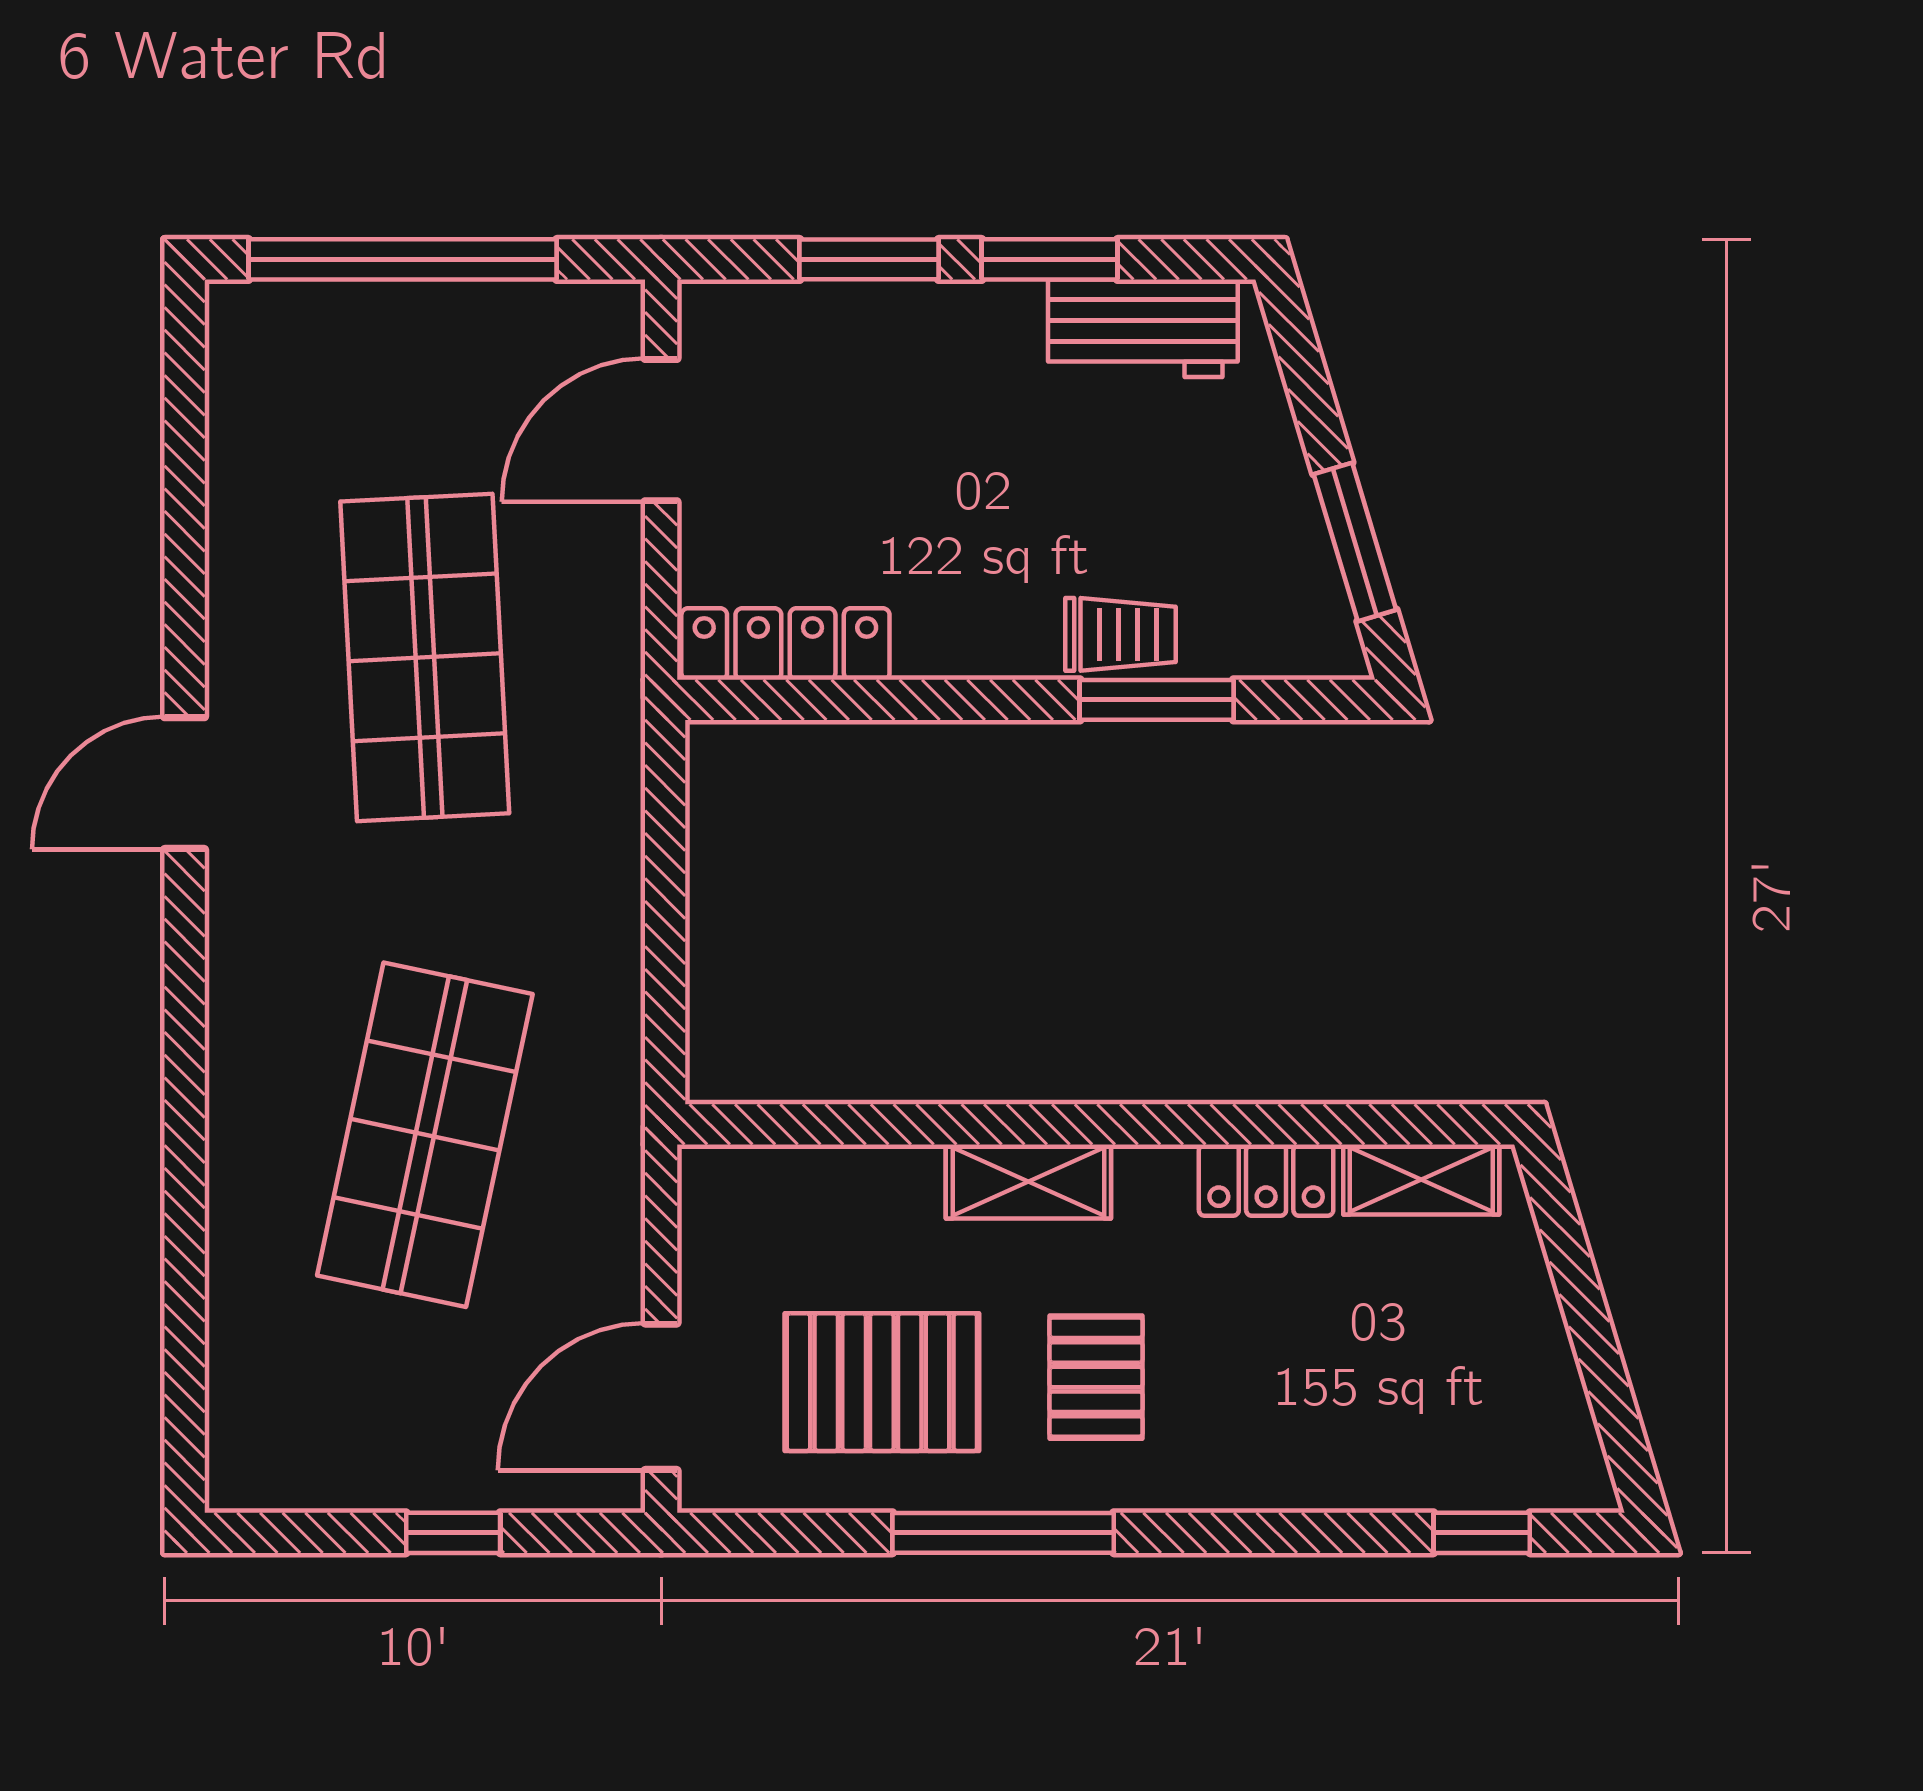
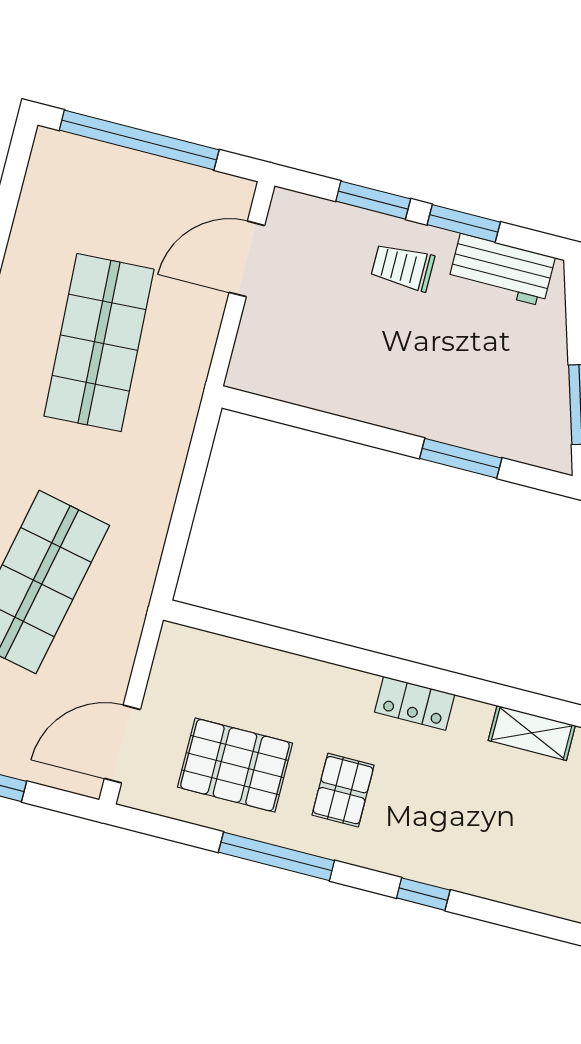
trolley: (1120, 634) -> (403, 267), moved, turned 180
locker: (785, 644) -> (282, 382), removed
locker: (1266, 1180) -> (415, 703), moved
shelving: (1028, 1181) -> (334, 683), removed
window: (1482, 1533) -> (423, 894), moved

